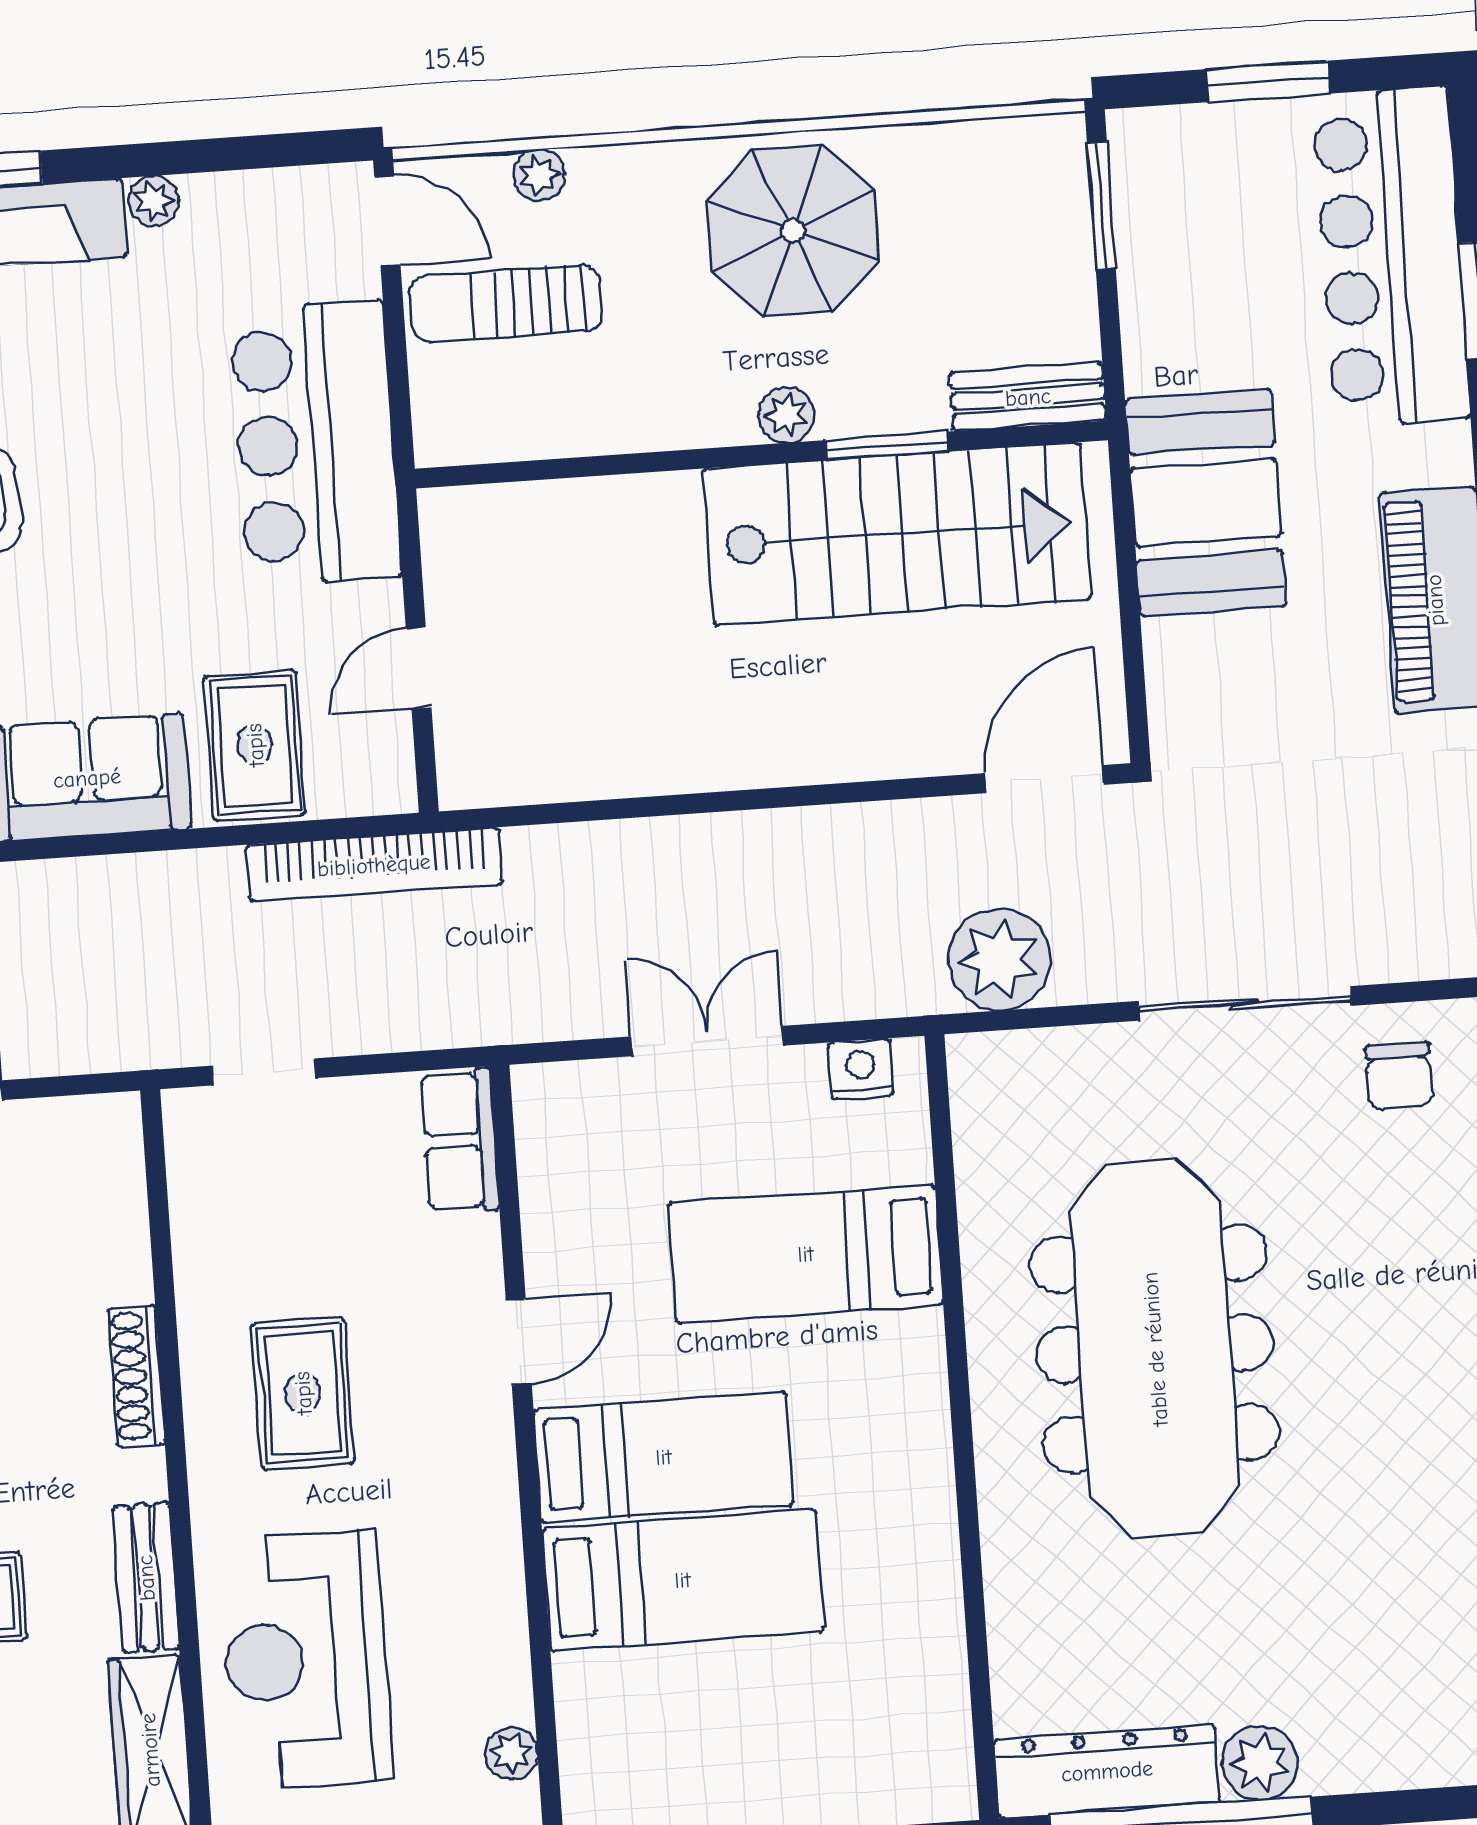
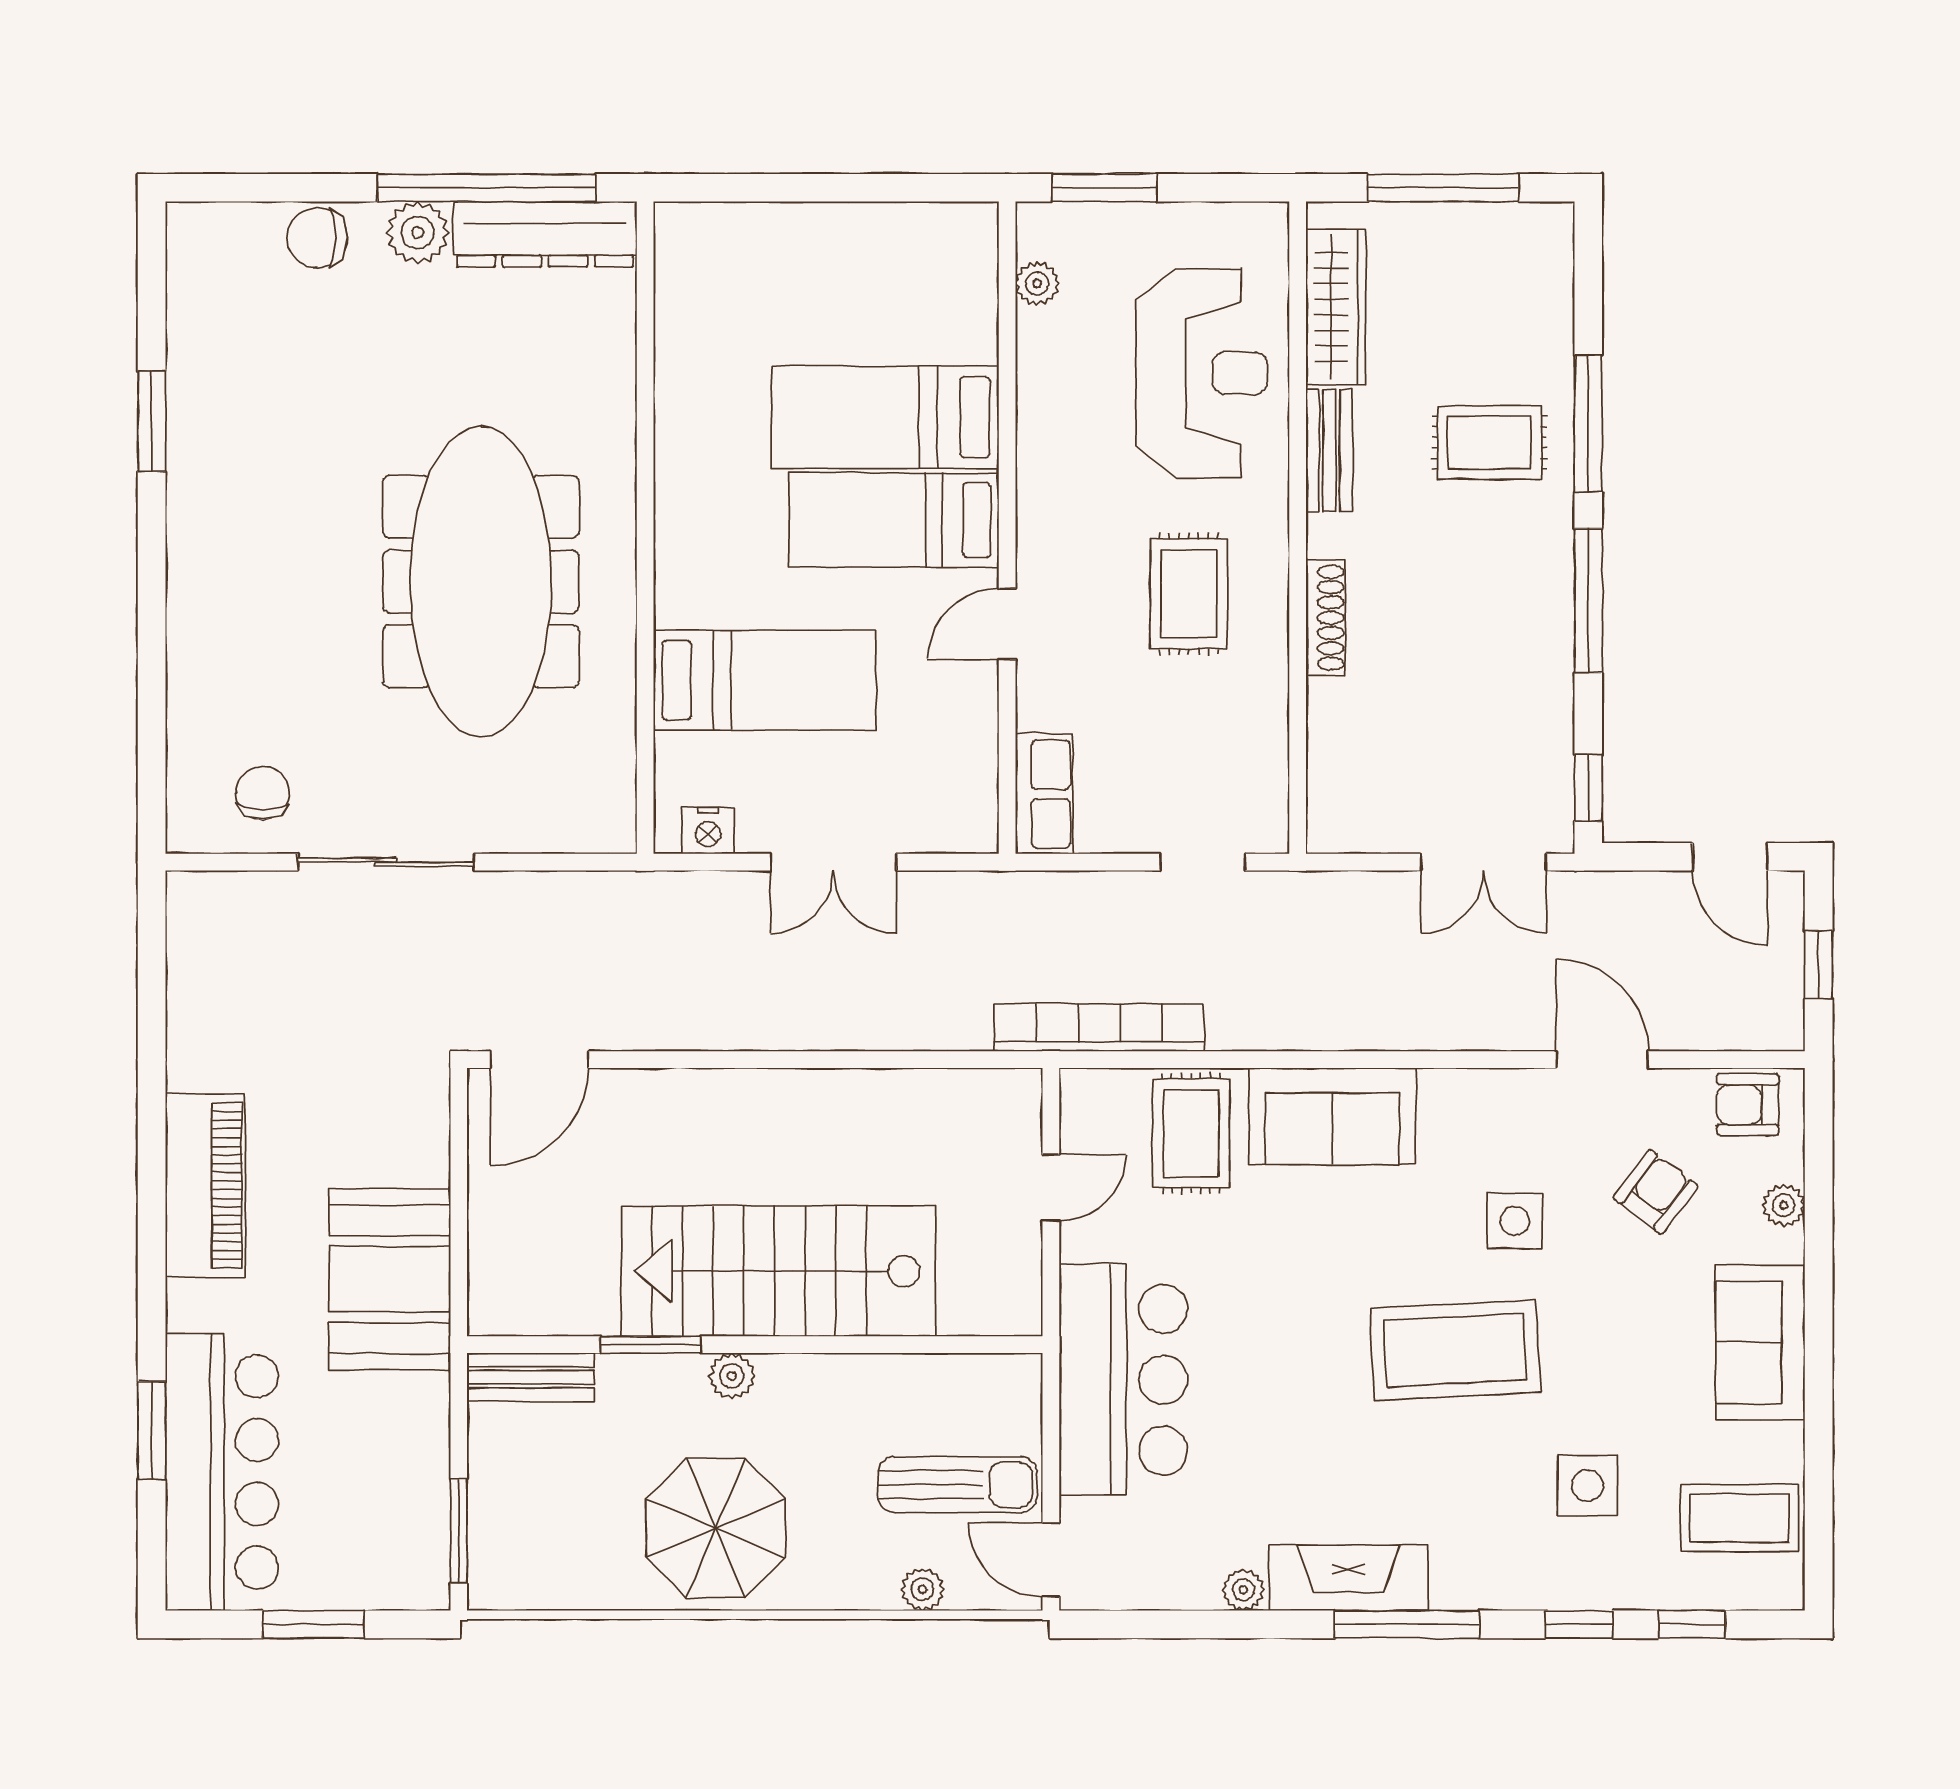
stairs: (897, 534) -> (778, 1271), moved
plant: (999, 960) -> (587, 913), removed
chair: (1380, 1748) -> (317, 238), added

